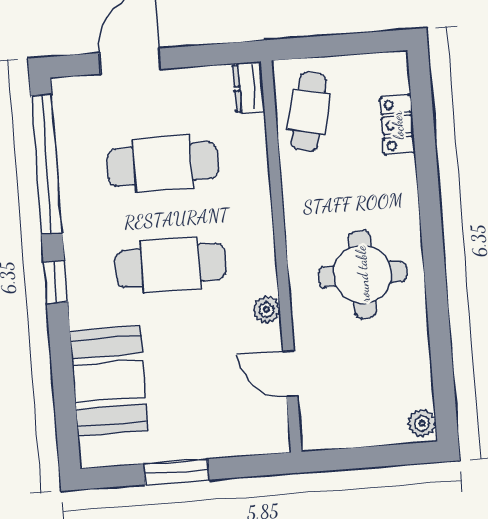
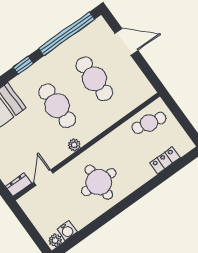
dresser: (249, 88) -> (18, 185), moved
plant: (266, 310) -> (74, 145), moved
water cooler: (417, 390) -> (67, 231), added

